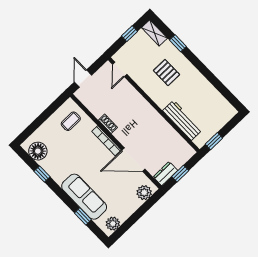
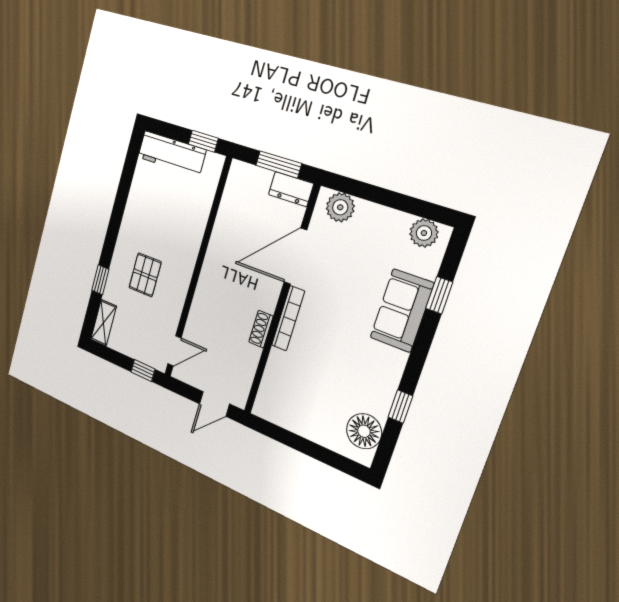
window: (130, 34) -> (143, 371), moved
workbench: (182, 120) -> (172, 154), moved, turned -90
coffee table: (71, 121) -> (287, 395), removed
door: (133, 160) -> (295, 256), swing flipped
window: (180, 174) -> (279, 164), width x1.50
sofa: (84, 197) -> (402, 311), width x0.73

